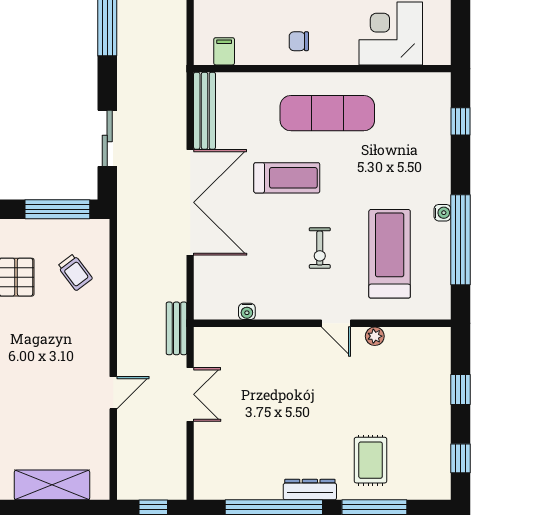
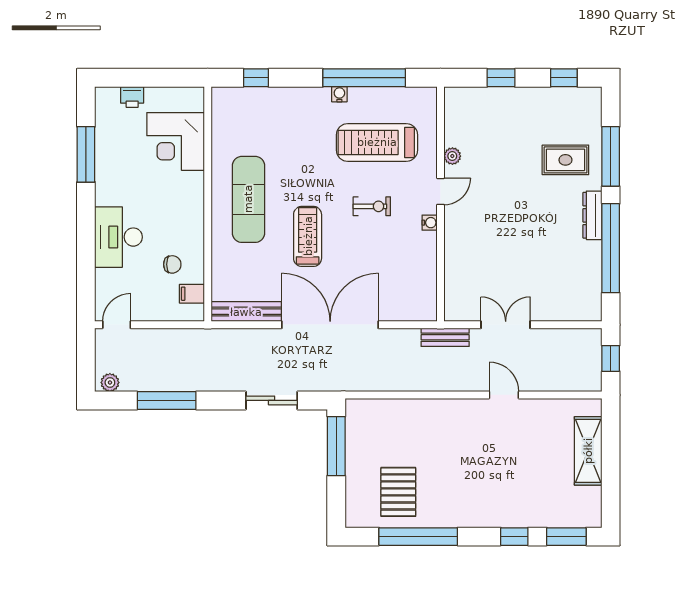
chair: (299, 41) -> (172, 264), moved, turned -90
trolley: (75, 272) -> (394, 430), removed
water cooler: (247, 311) -> (430, 223), moved

